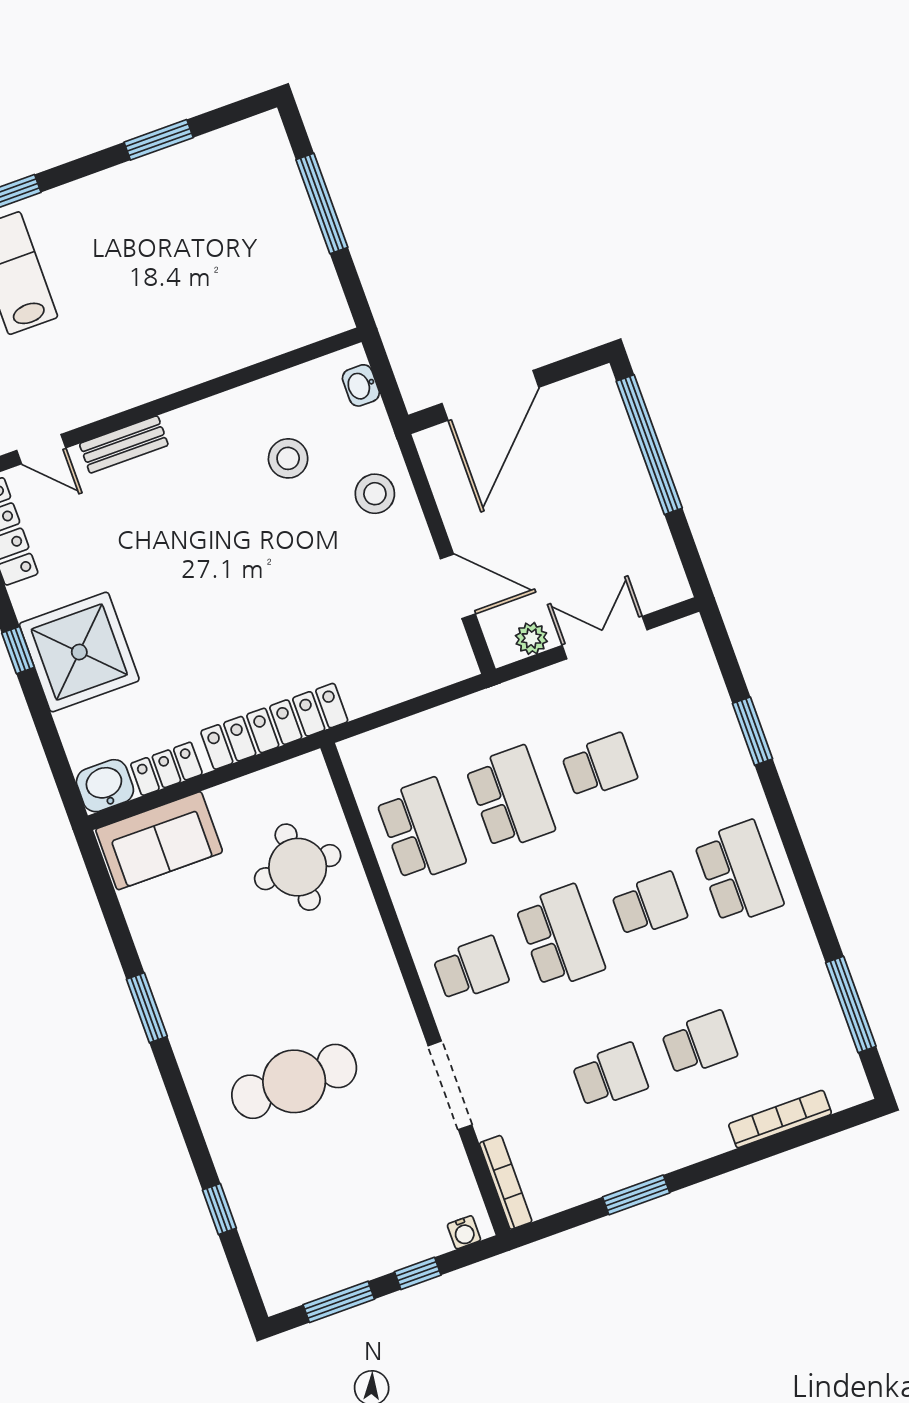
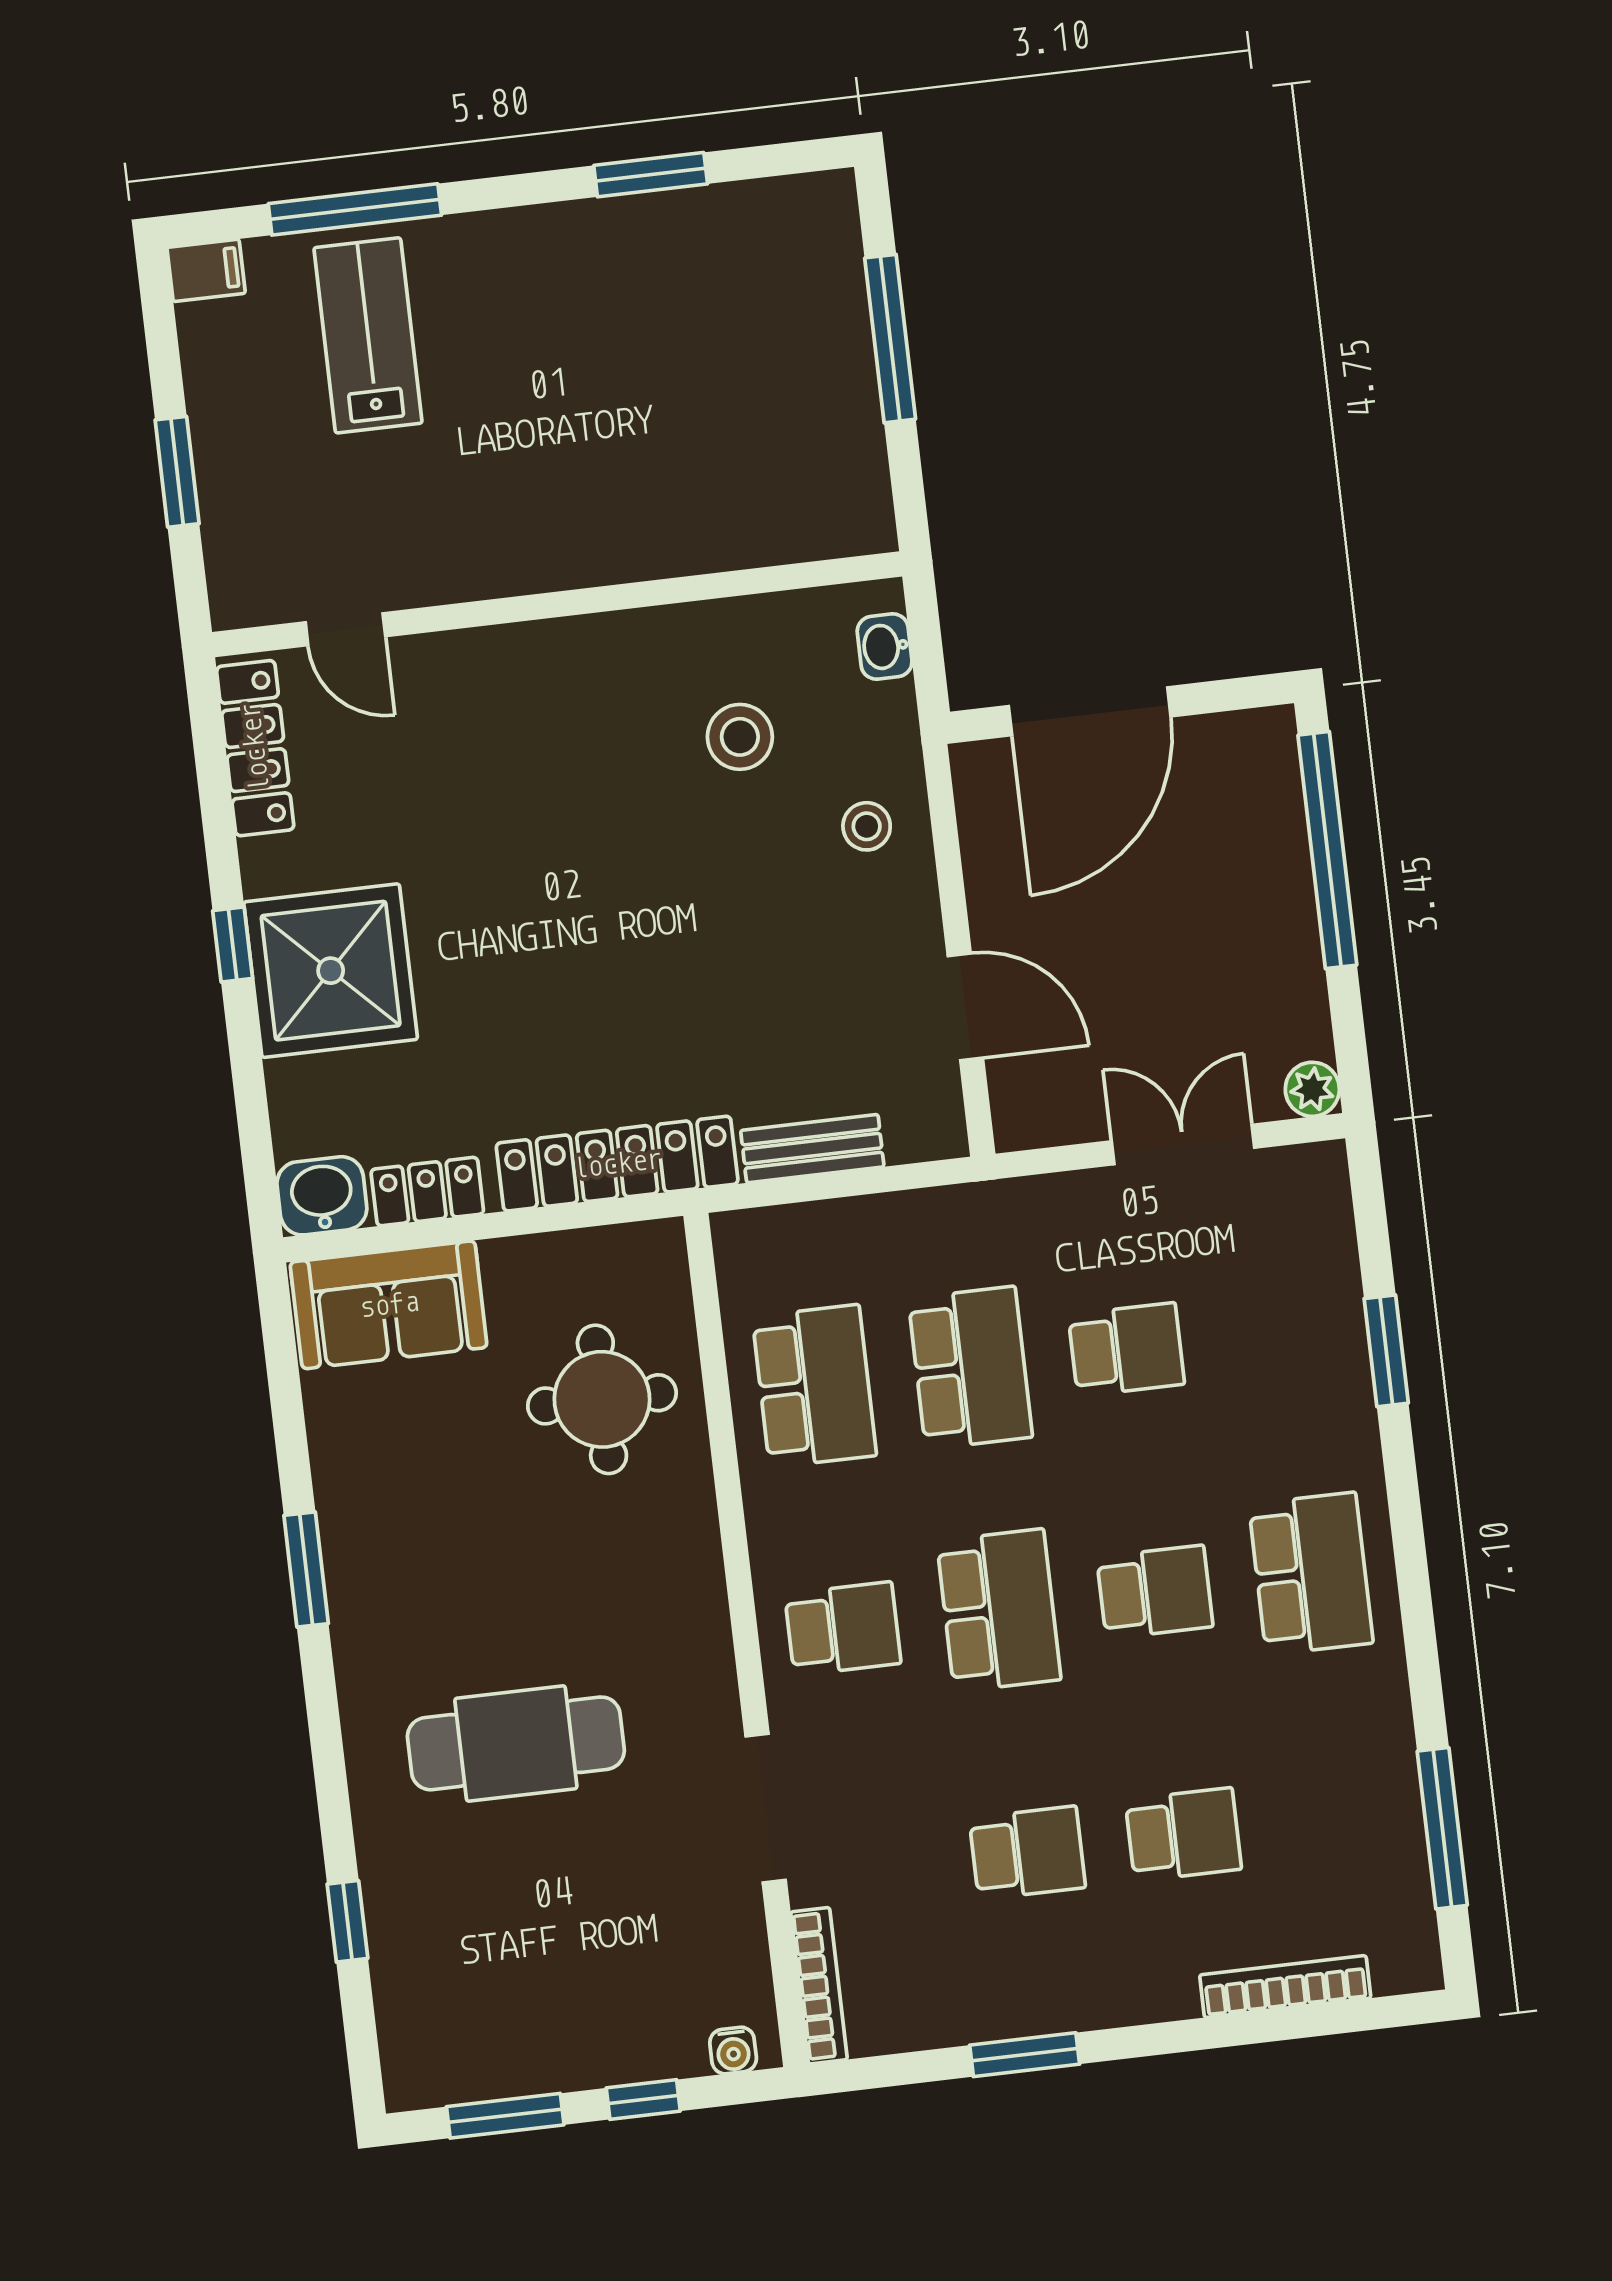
bench: (124, 444) -> (812, 1149), moved
stool: (375, 494) -> (867, 826), width x0.73, depth x0.73
plant: (531, 638) -> (1312, 1089), moved

